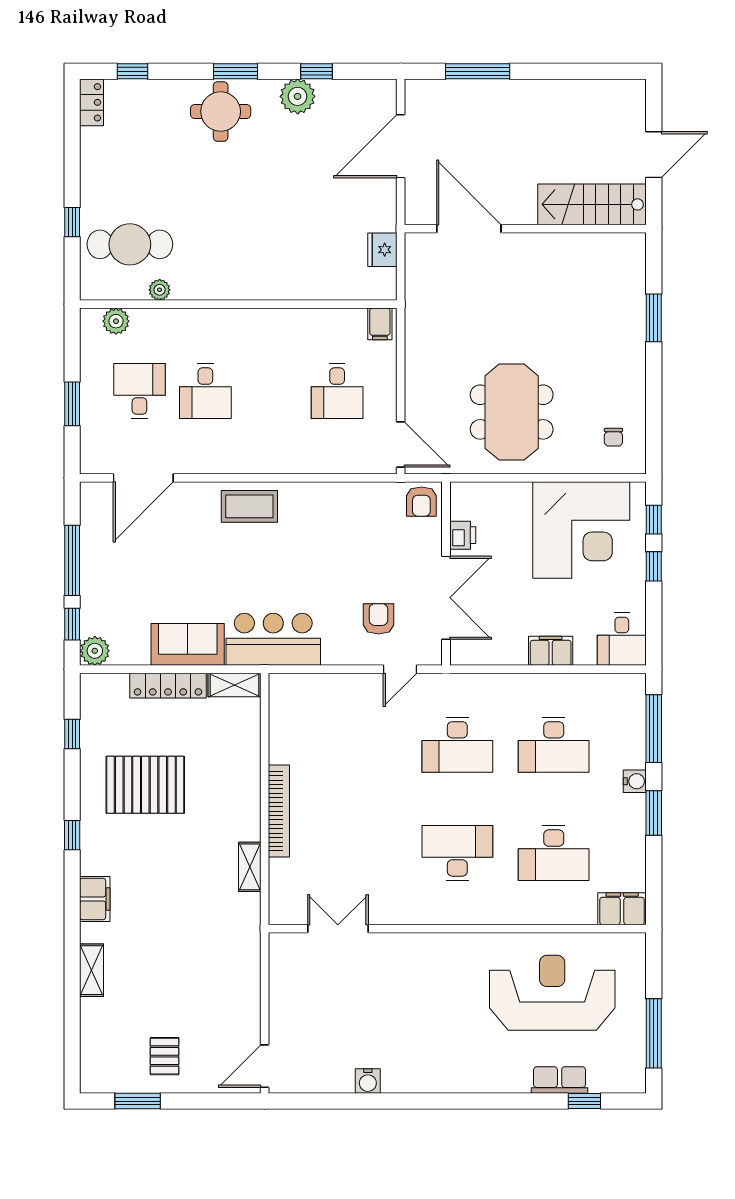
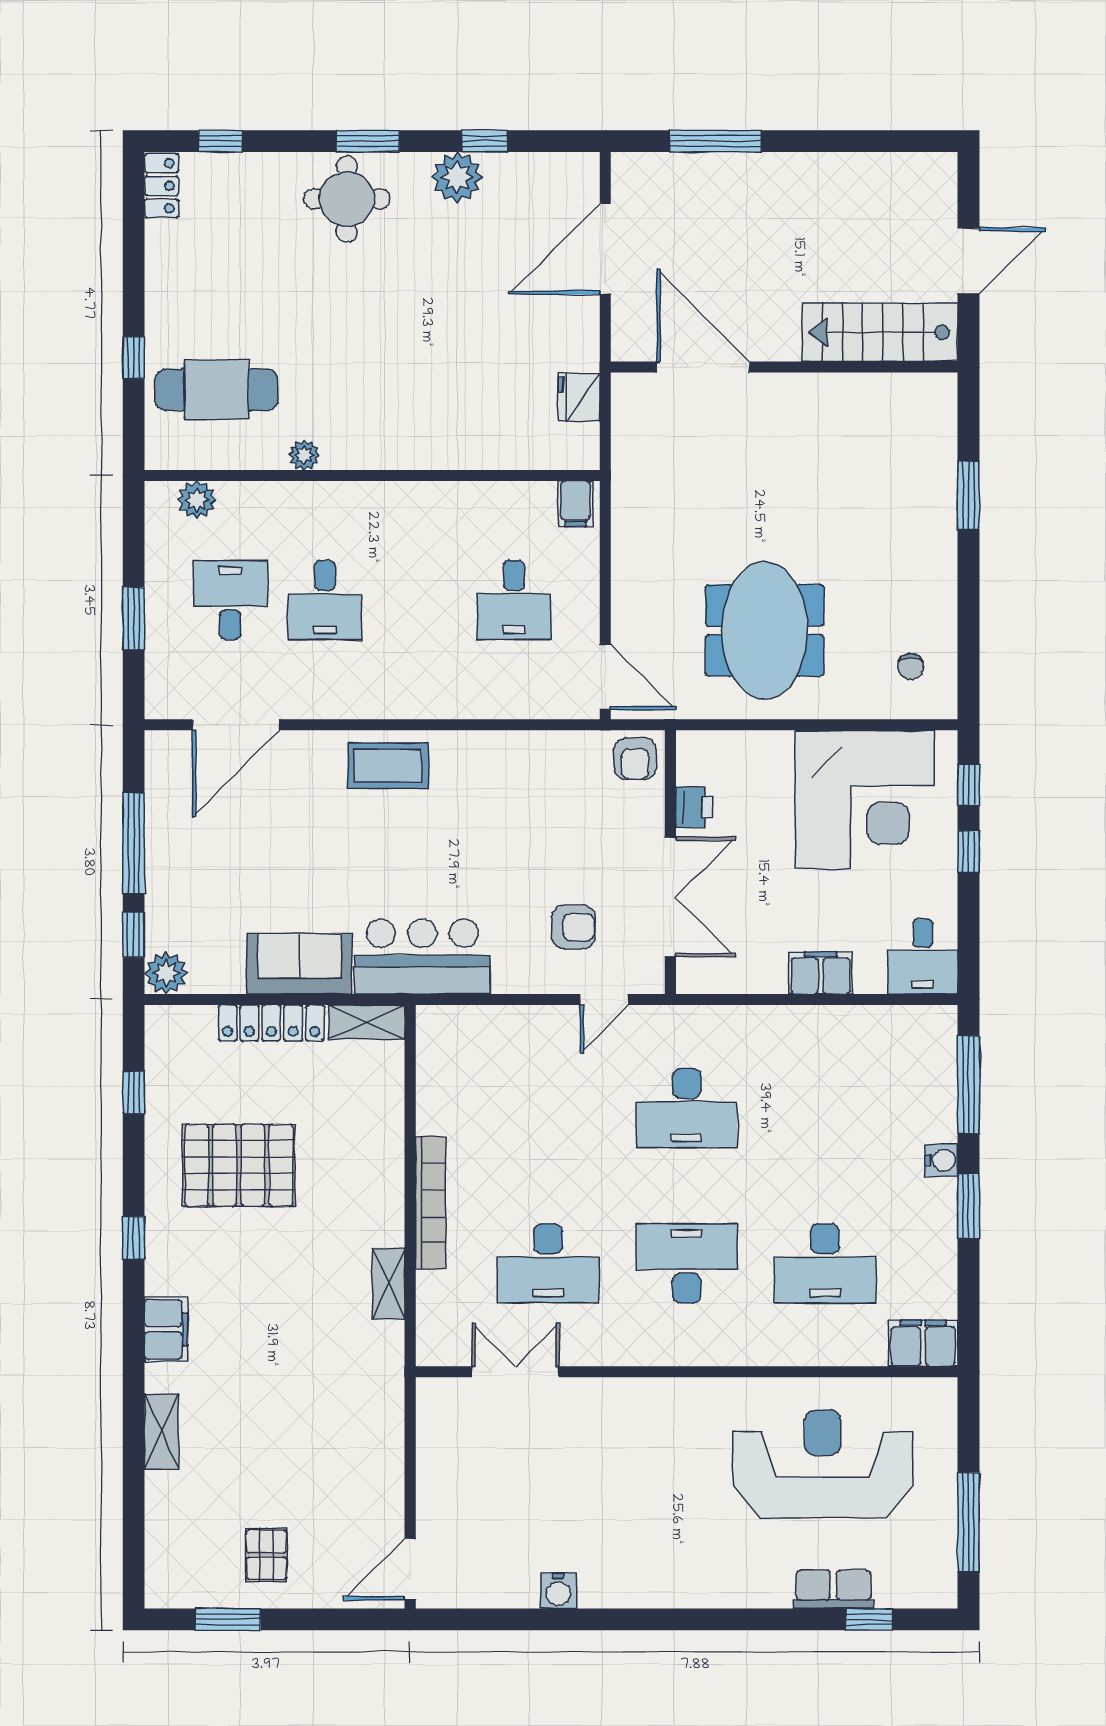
plant: (160, 290) -> (304, 455), moved
armchair: (378, 619) -> (573, 927), turned 90
desk: (554, 745) -> (548, 1263), moved

